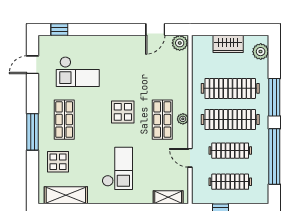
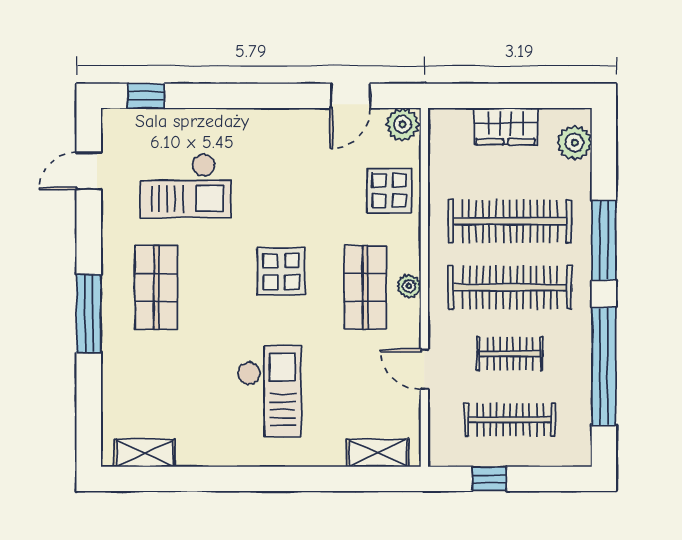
clothes rail: (230, 151) -> (510, 354), width x0.73
display table: (58, 162) -> (389, 191), moved
shelving: (66, 195) -> (145, 453), width x0.67, depth x0.75

